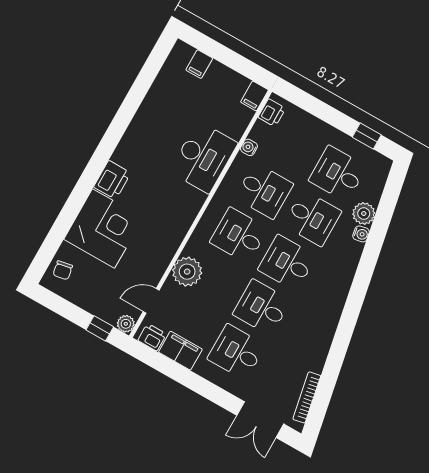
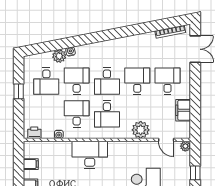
filing cabinet: (254, 96) -> (31, 164), moved
window: (367, 136) -> (19, 91), moved
desk: (203, 157) -> (90, 155), moved
desk: (262, 307) -> (137, 81), turned 180
window: (100, 328) -> (195, 173), moved
printer: (152, 337) -> (184, 129), removed
desk: (236, 352) -> (168, 81), turned 180

